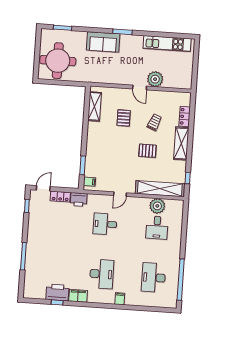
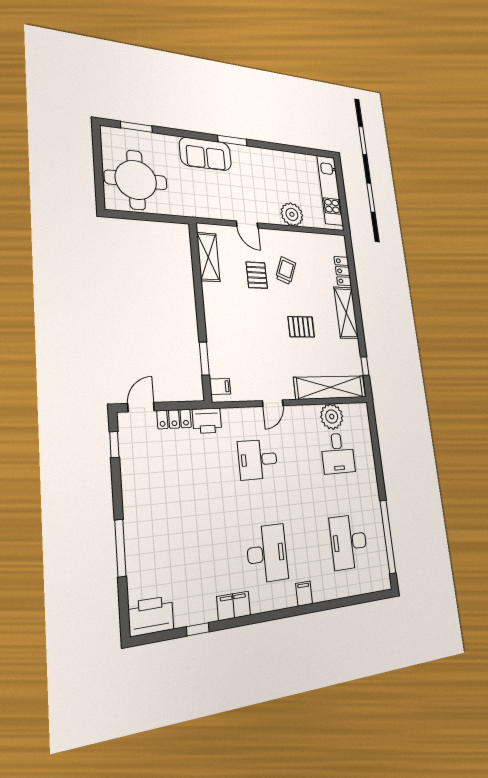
kitchen unit: (167, 44) -> (330, 190), moved, turned 90
door: (140, 87) -> (247, 225), moved
trolley: (154, 122) -> (286, 271), moved
printer: (57, 292) -> (151, 616), moved

